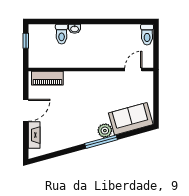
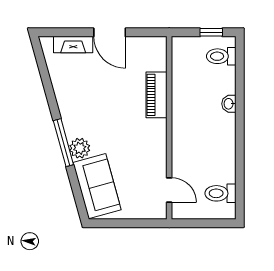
toilet: (62, 34) -> (221, 56), moved
toilet: (147, 35) -> (220, 193), moved
piano: (47, 78) -> (157, 95), moved

